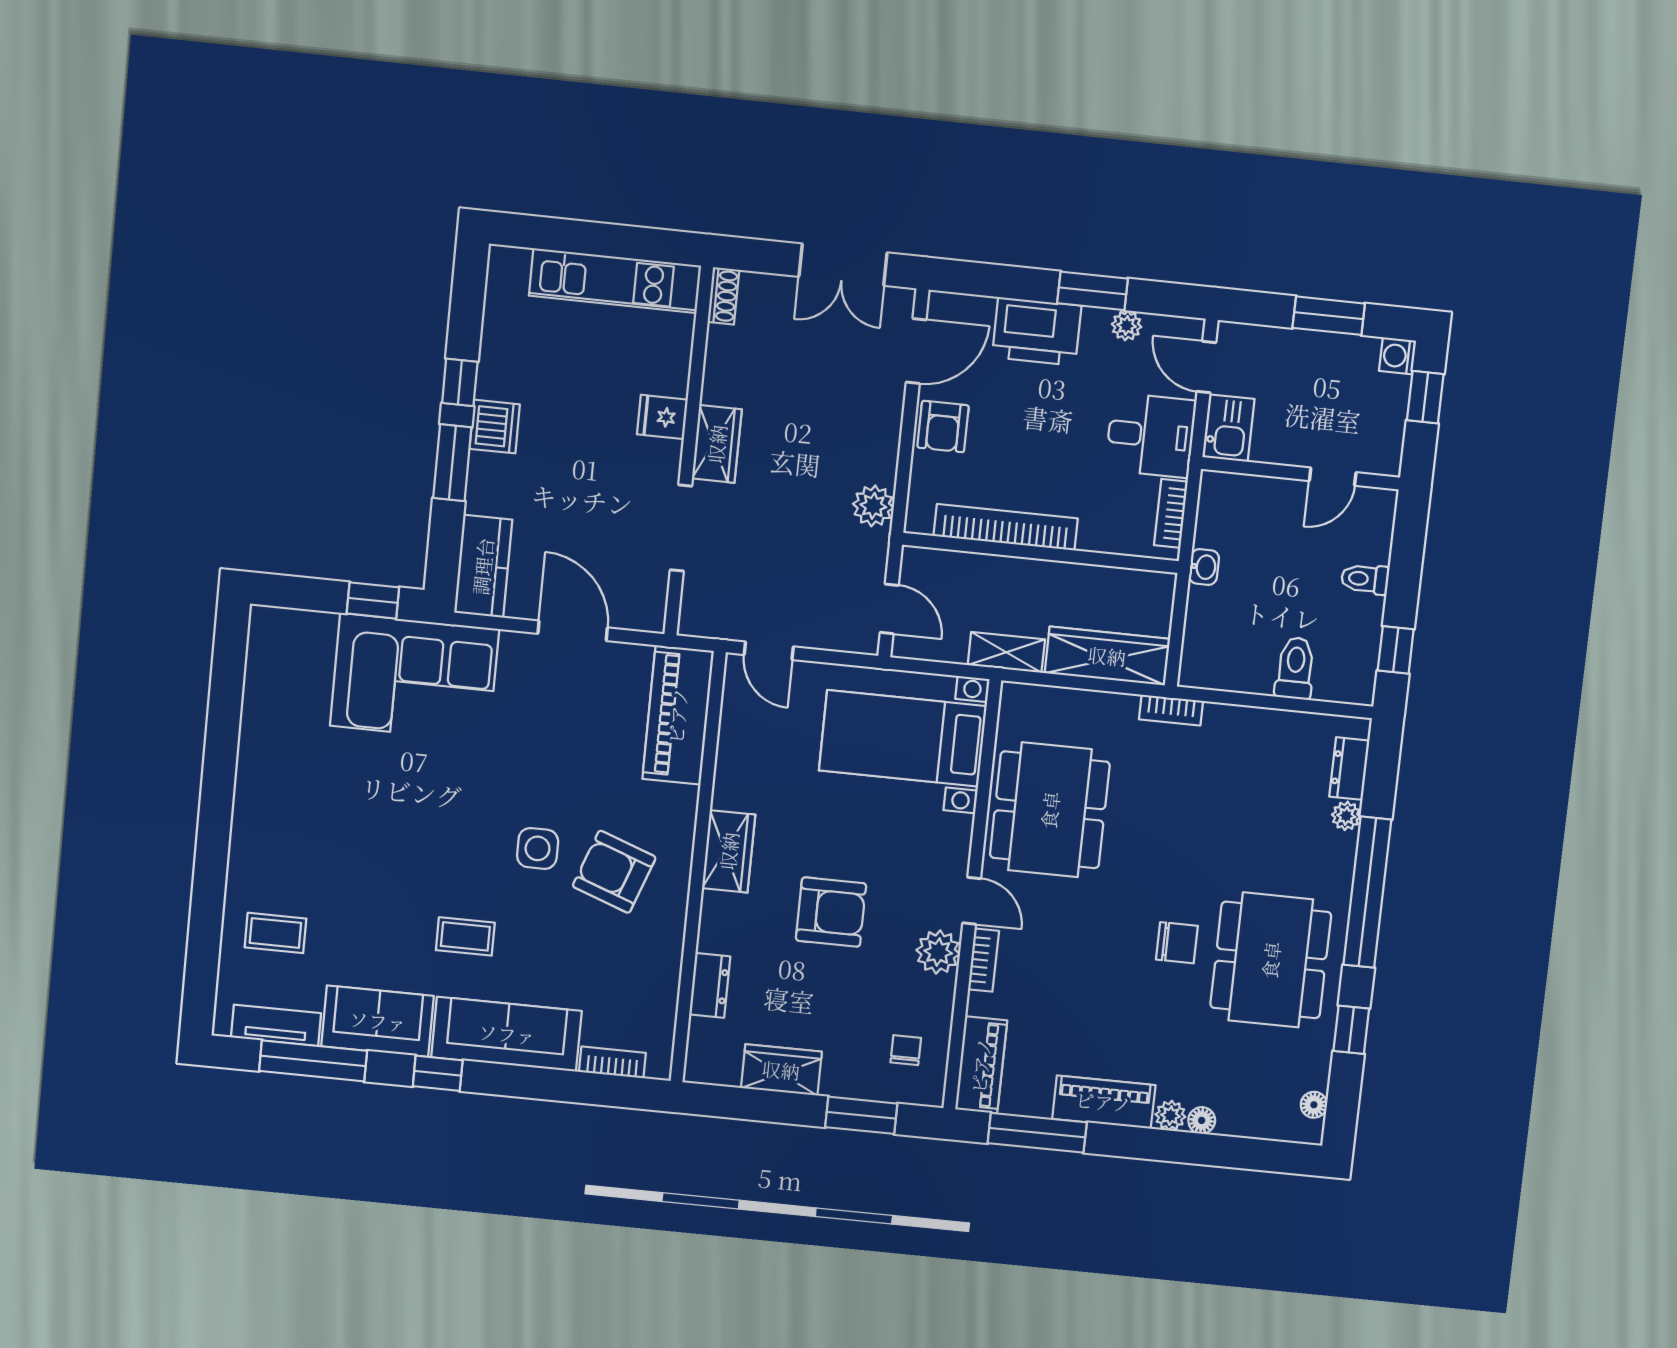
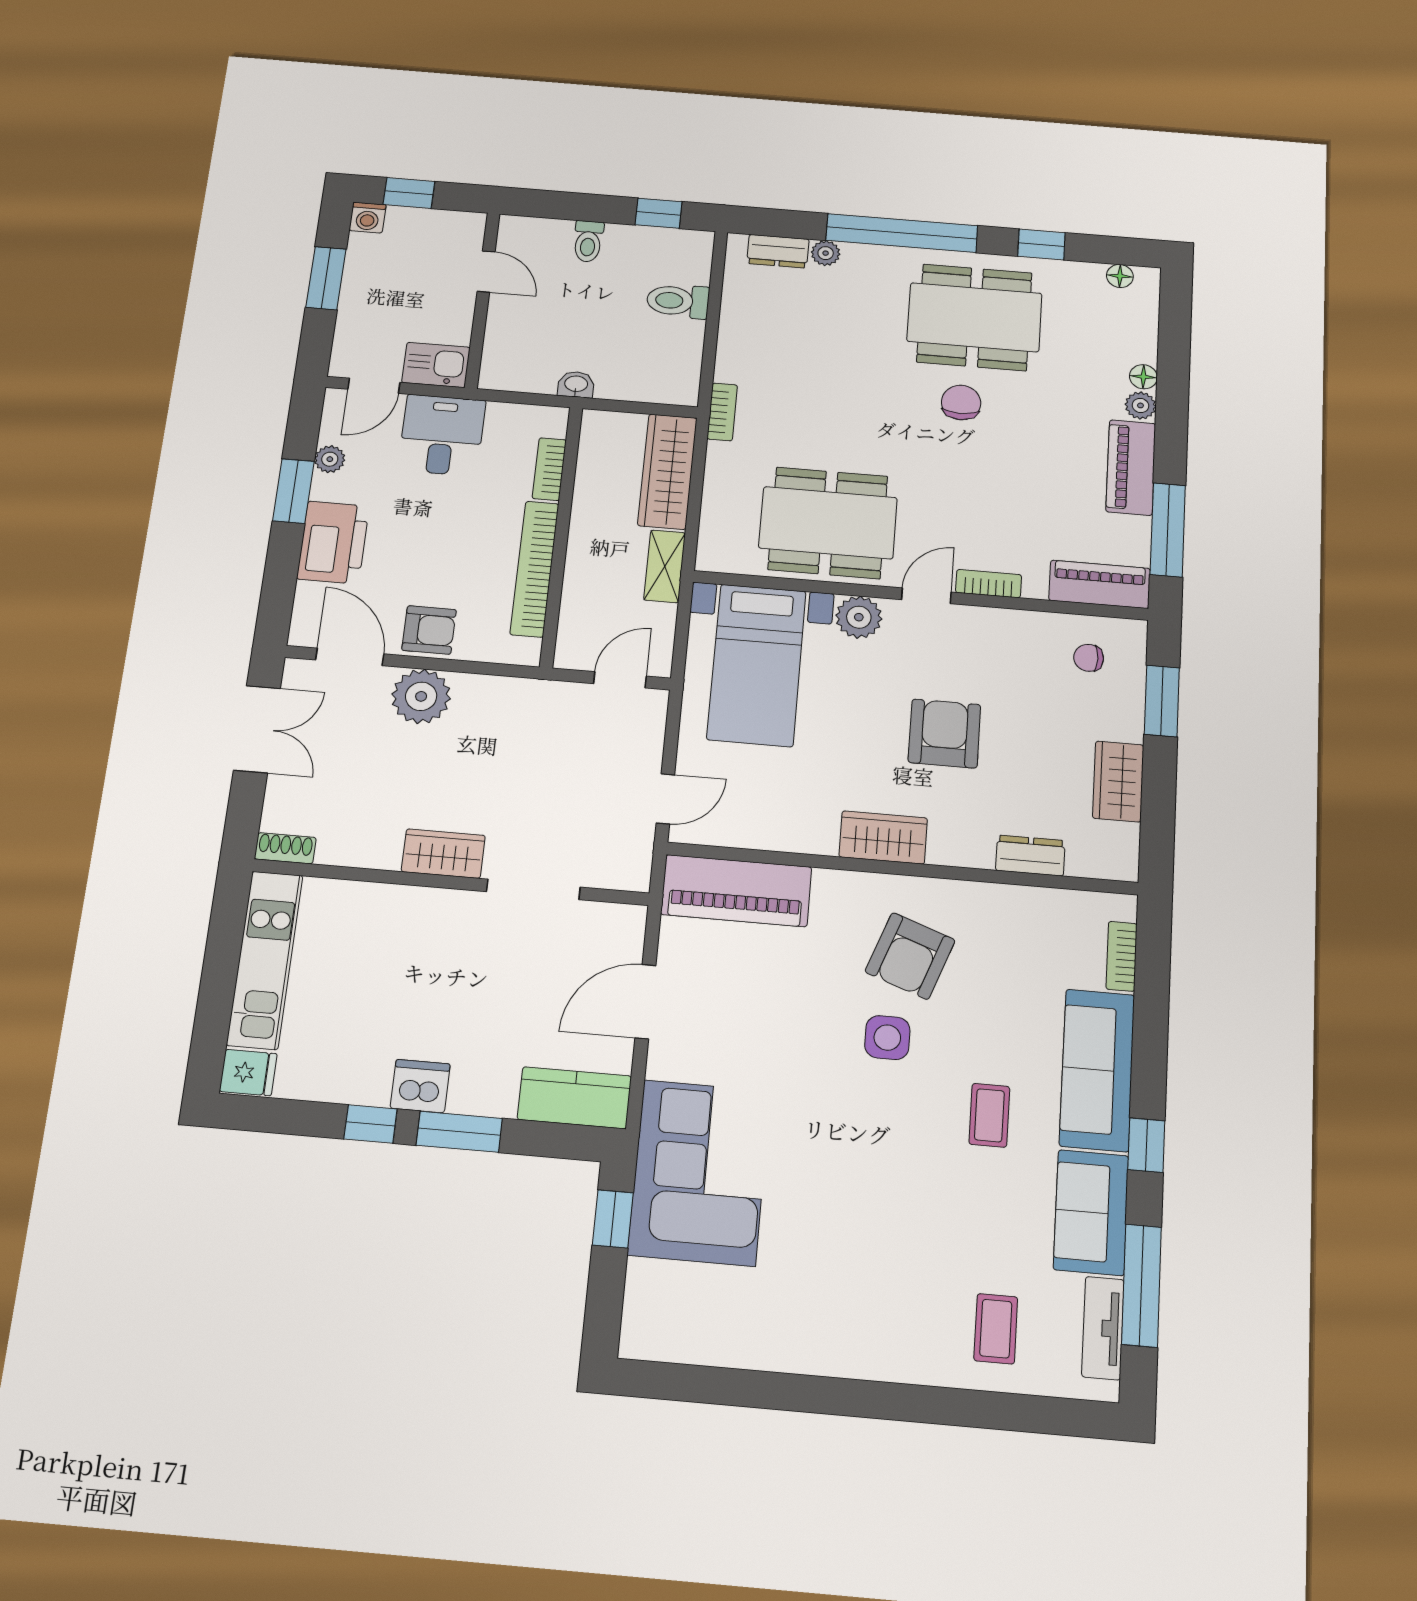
fridge: (662, 417) -> (248, 1072), moved, turned -90
plant: (873, 506) -> (421, 696), moved, width x1.36, depth x1.36
bookcase: (1171, 513) -> (549, 469), moved, turned 90
plant: (938, 952) -> (859, 617), moved

